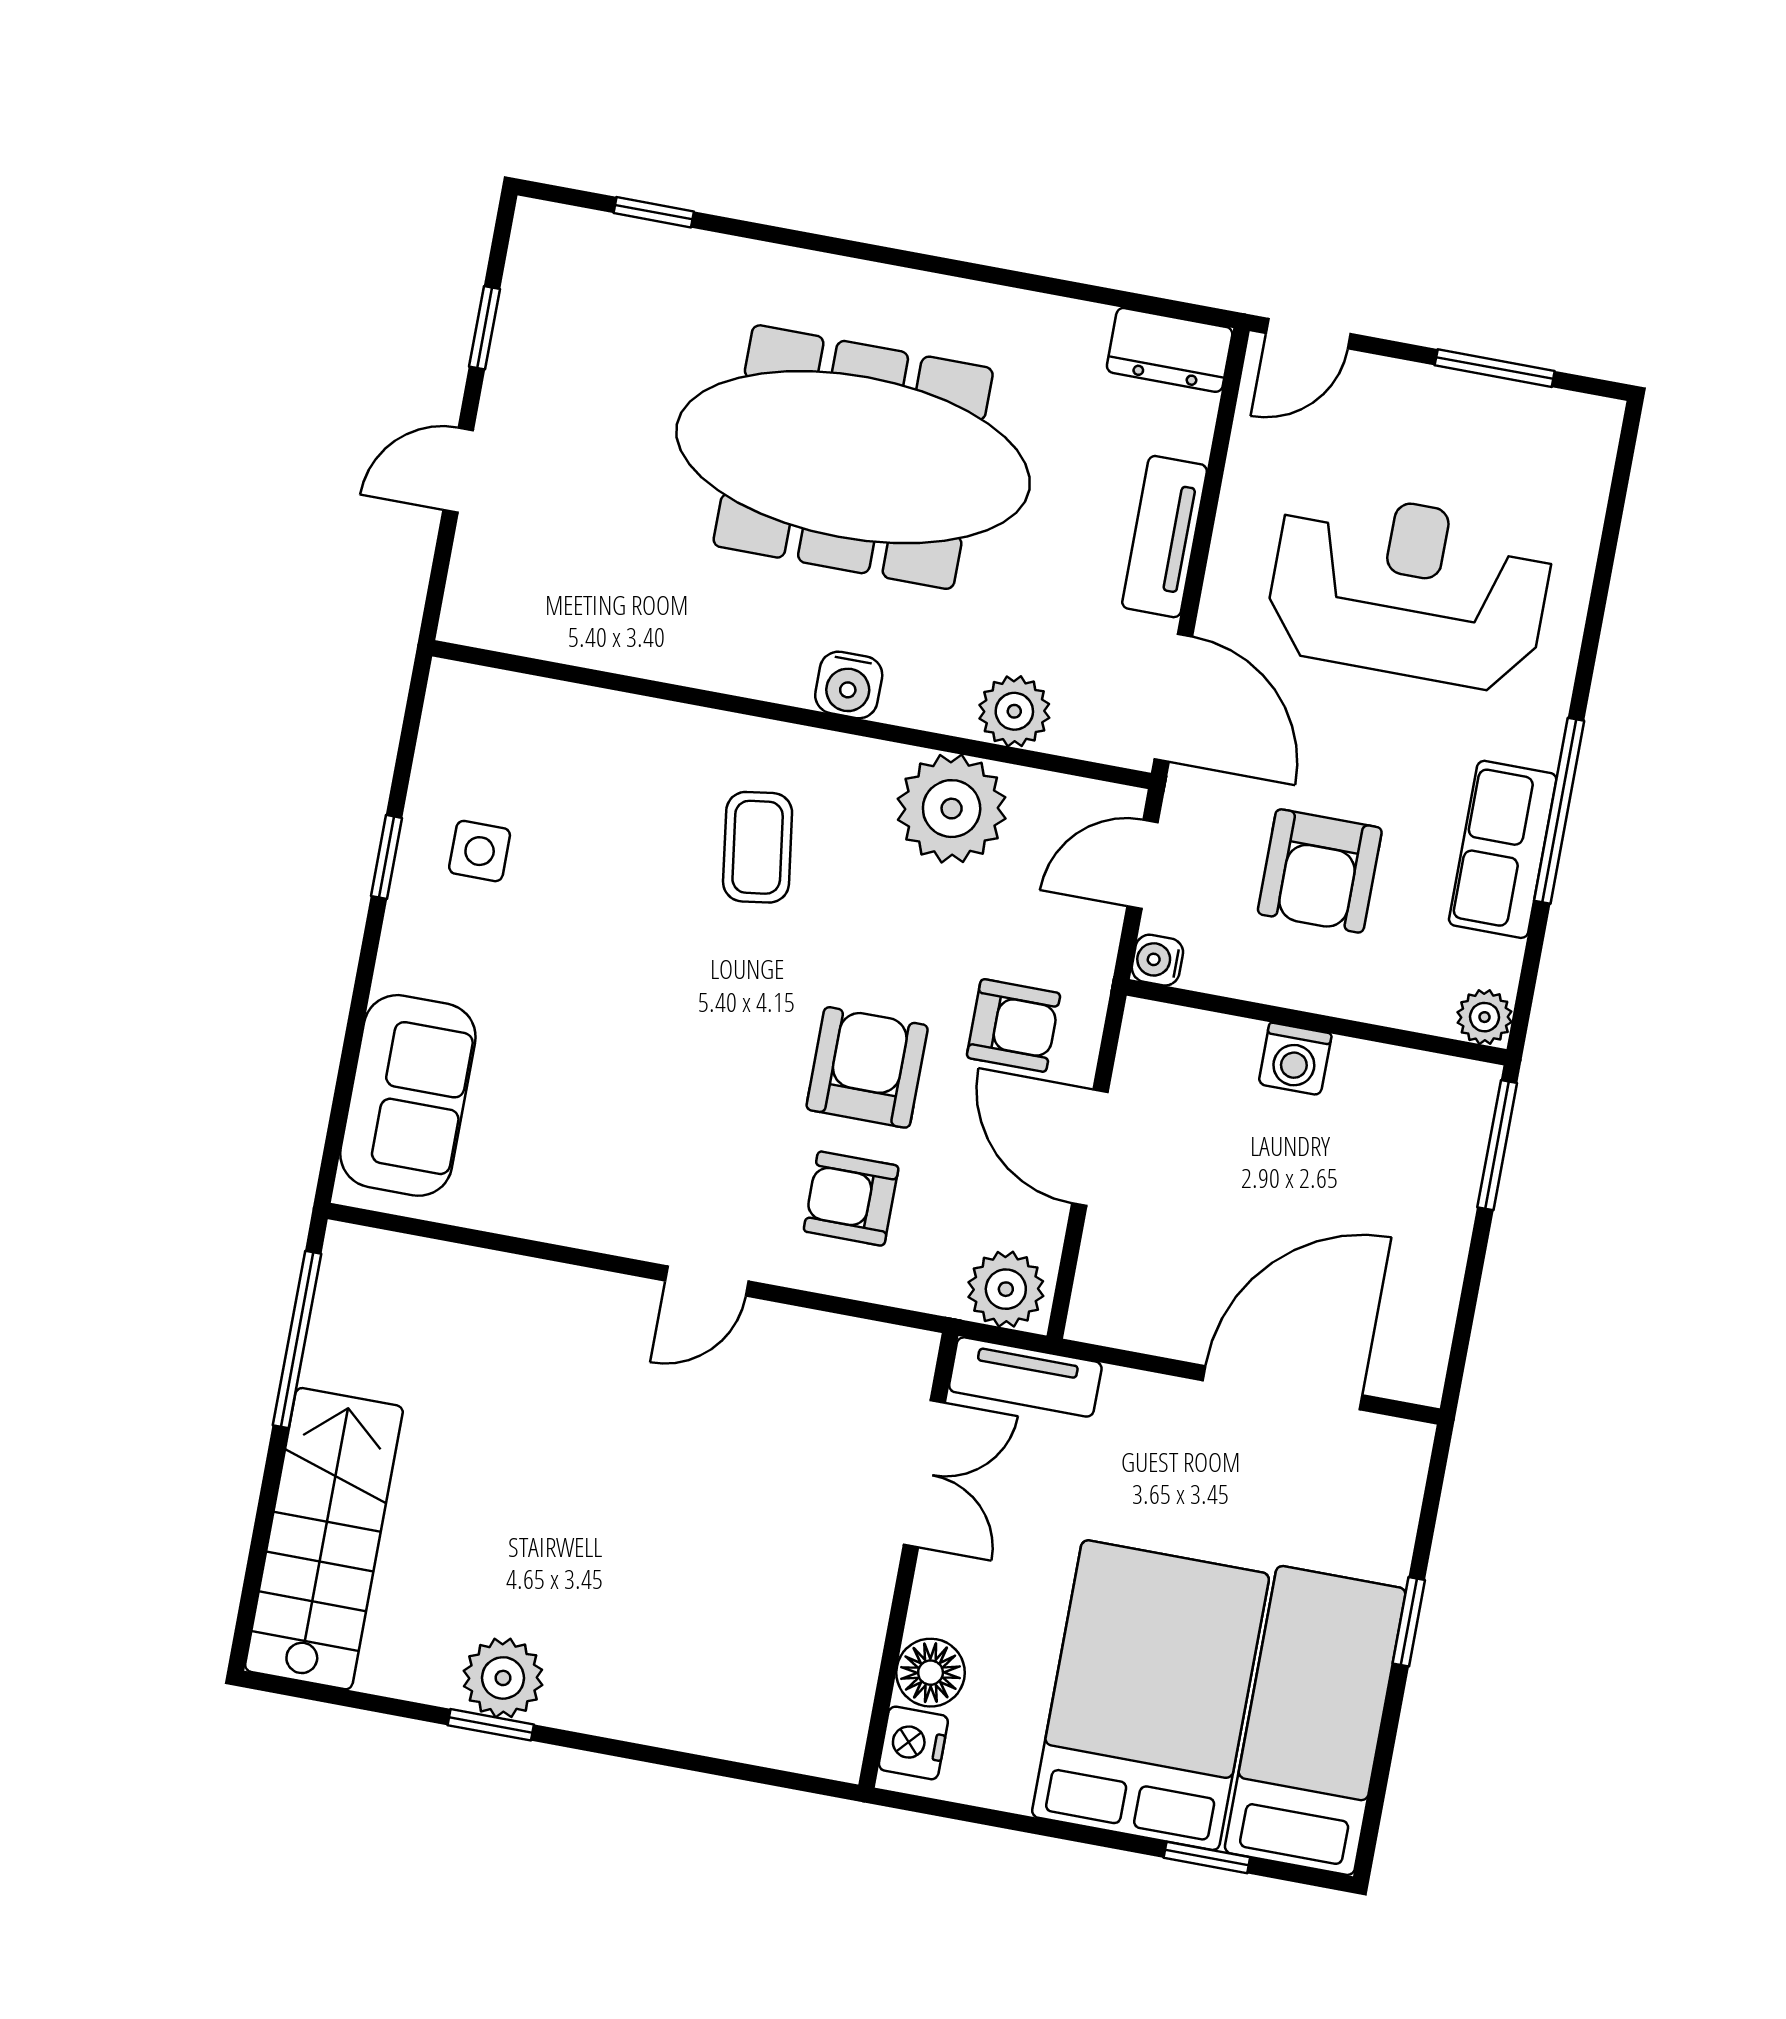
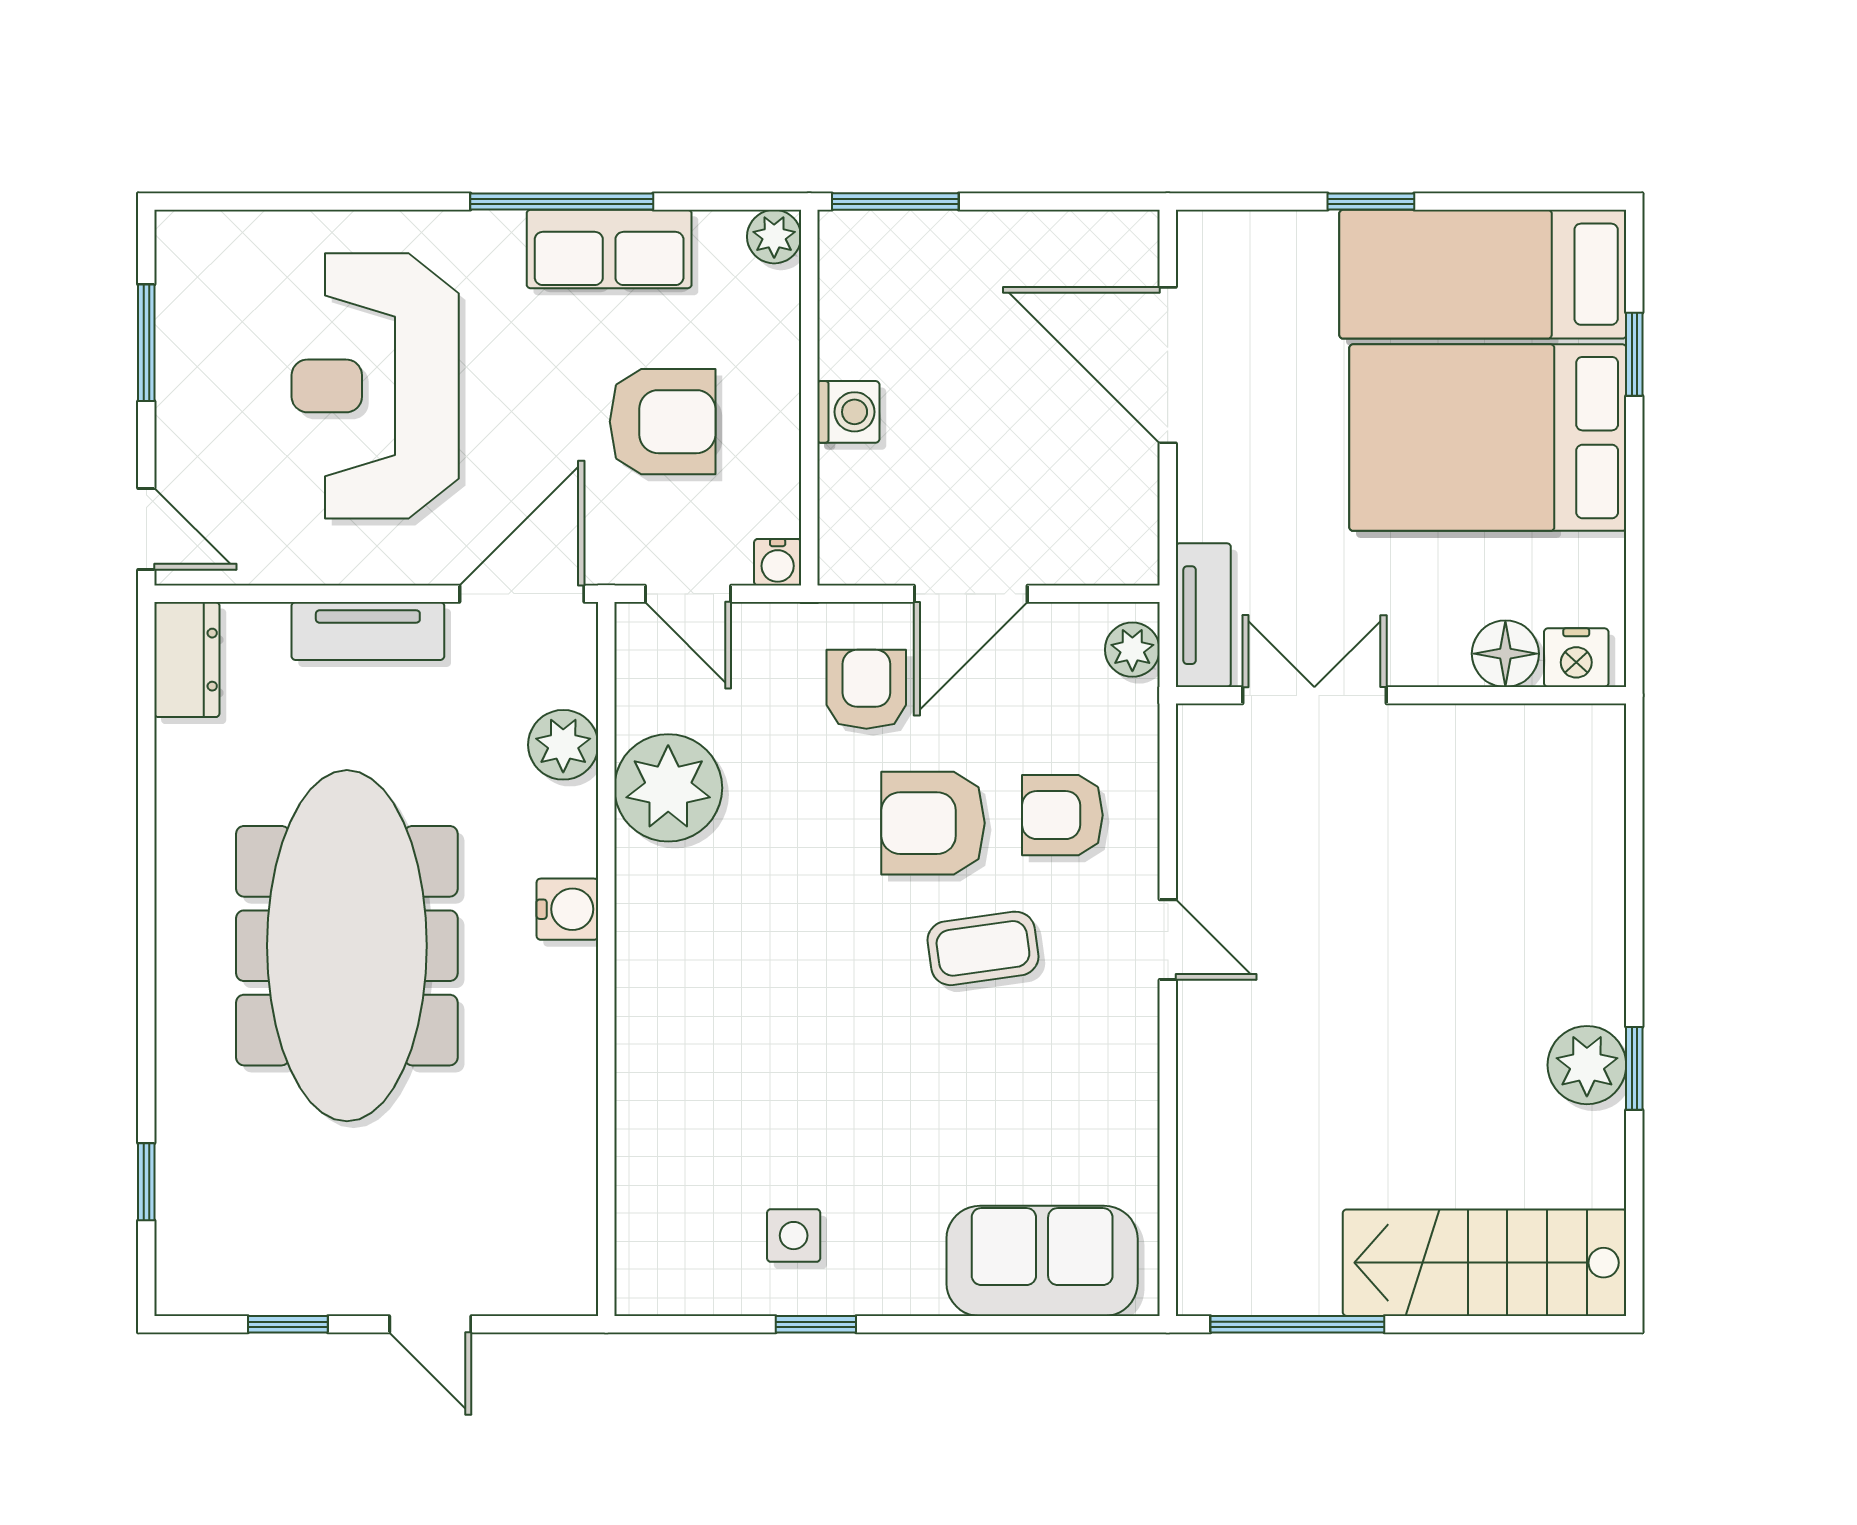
coffee table: (758, 847) -> (983, 948), moved
armchair: (851, 1199) -> (1062, 815), turned 90
plant: (1006, 1289) -> (1132, 650), width x0.73, depth x0.73

